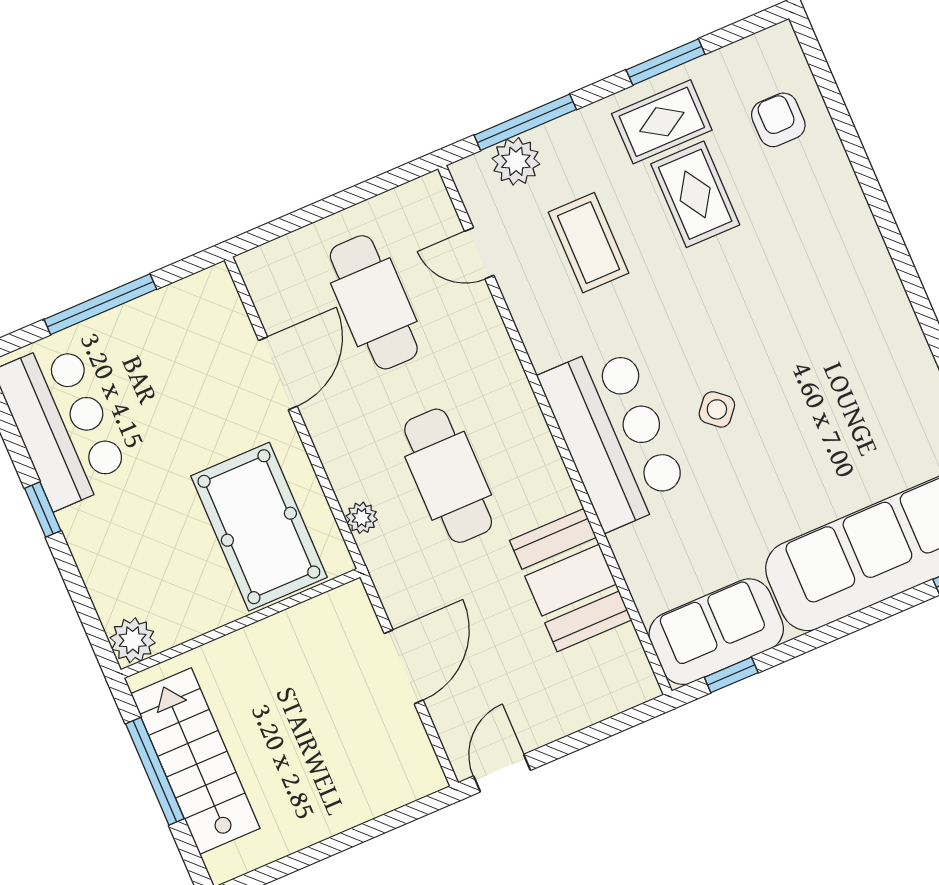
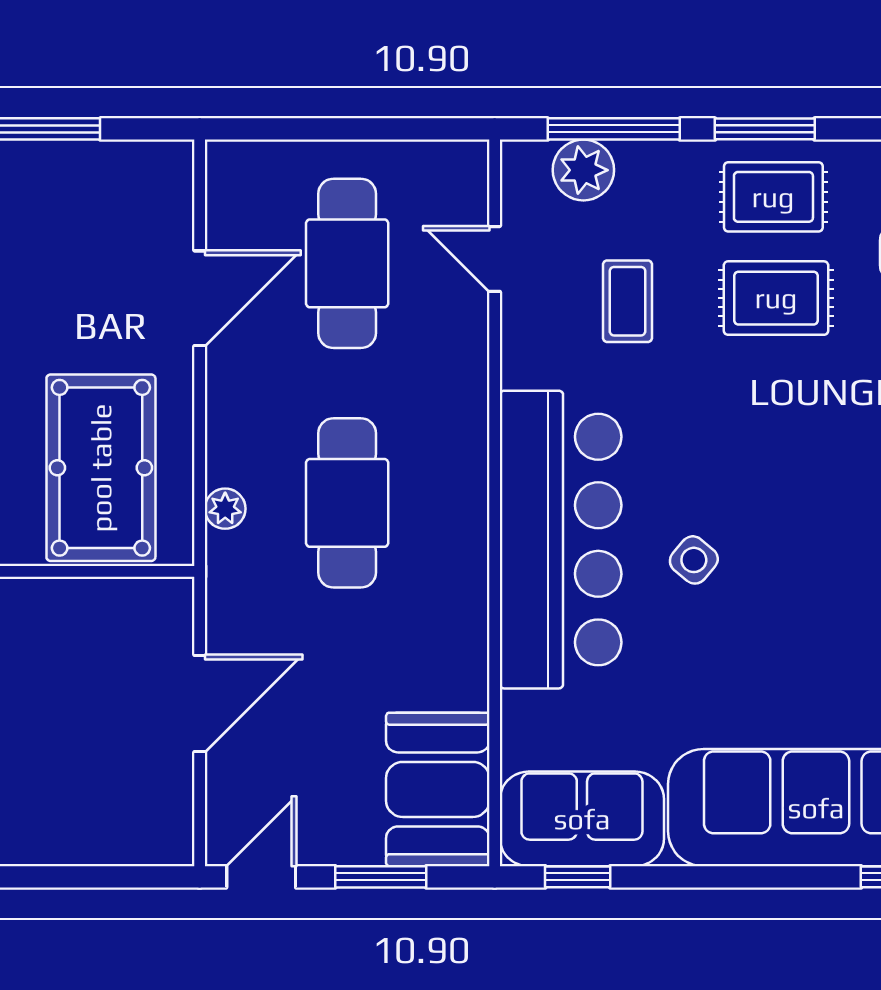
window: (666, 62) -> (765, 129), moved
rug: (695, 194) -> (776, 298), turned 90
coffee table: (589, 243) -> (627, 301), width x0.73, depth x0.77
bar counter: (614, 436) -> (561, 540), width x1.36
booth: (571, 580) -> (438, 789), moved
window: (589, 736) -> (381, 877), added

